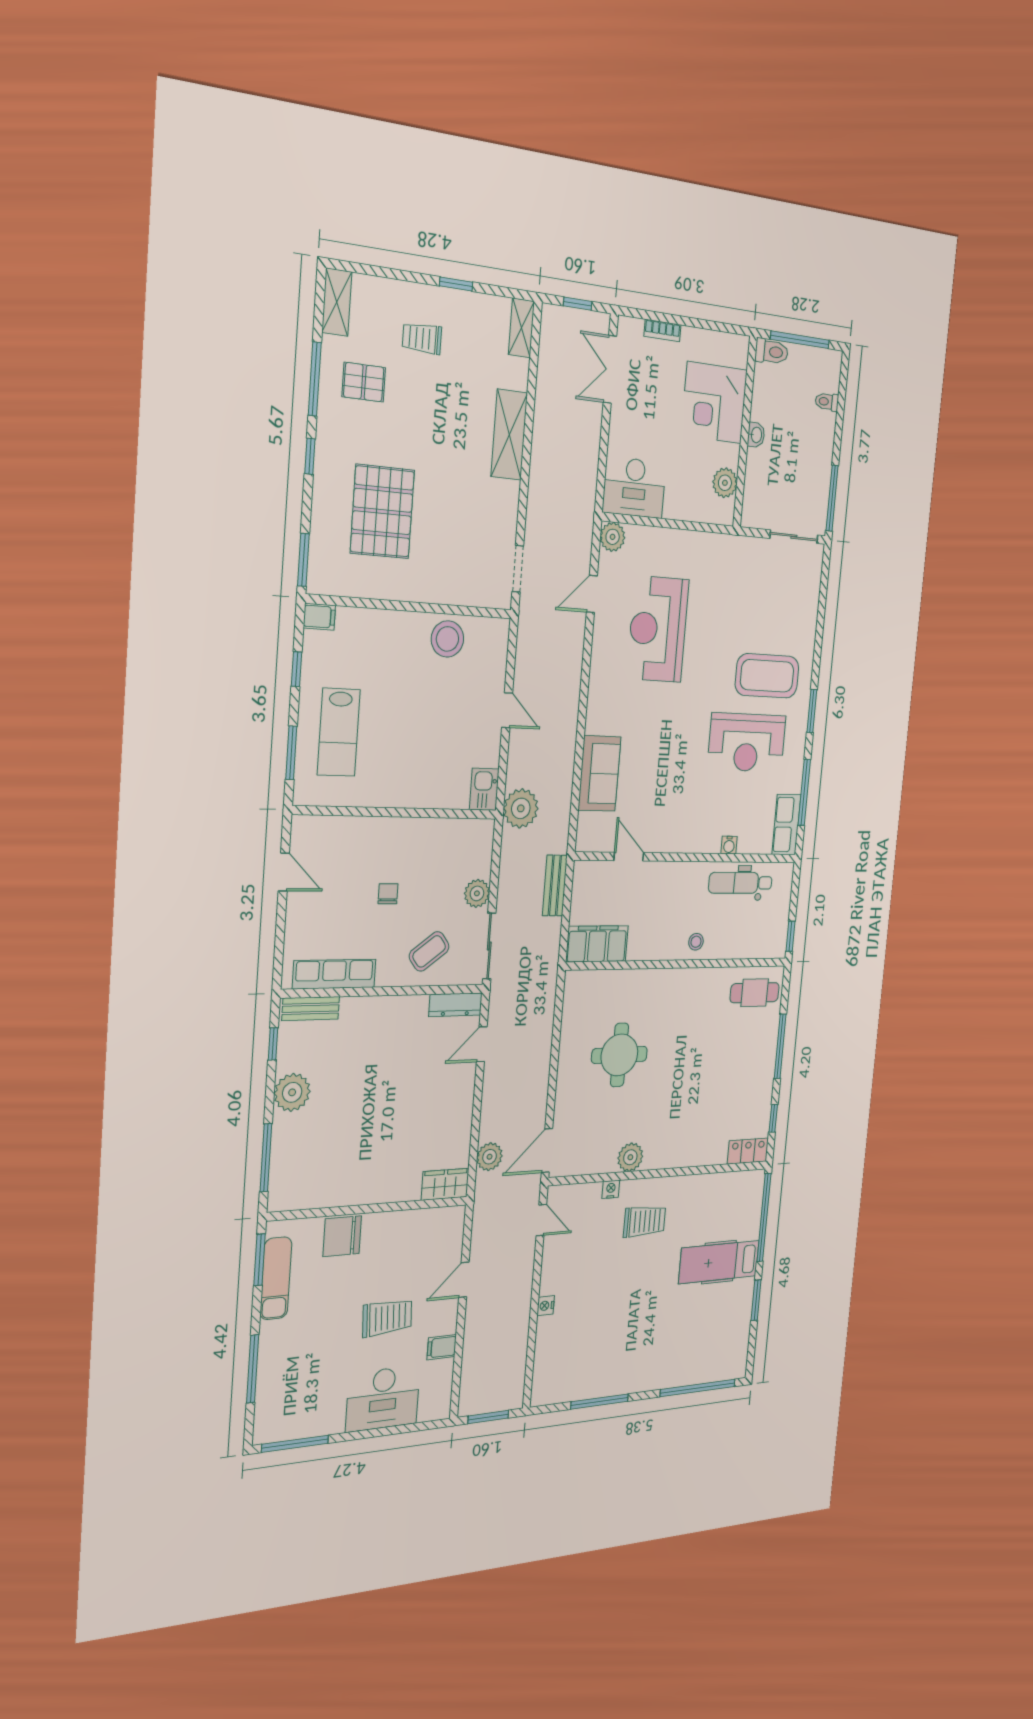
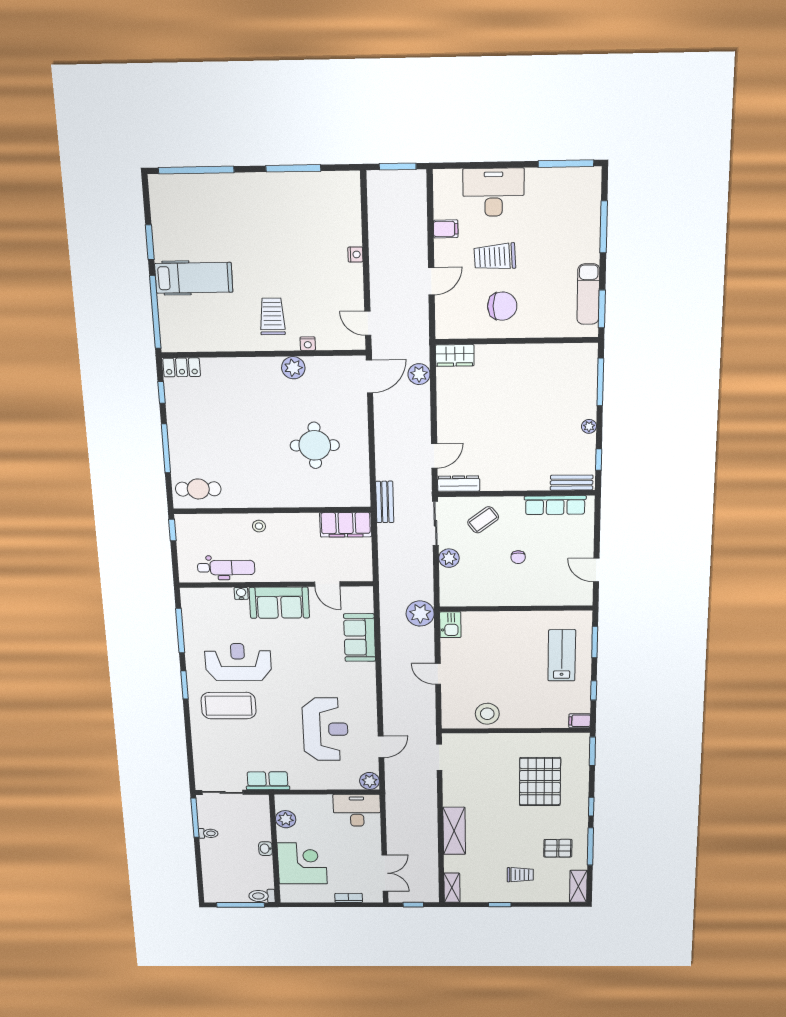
toilet: (827, 402) -> (208, 833), moved
row of seats: (786, 825) -> (268, 781), moved, turned -90
sofa: (688, 830) -> (279, 603), added
bench: (555, 886) -> (385, 502), moved
plant: (292, 1092) -> (589, 426), width x0.53, depth x0.53
trolley: (645, 1221) -> (272, 316), turned 90
chair: (342, 1236) -> (502, 306), moved

